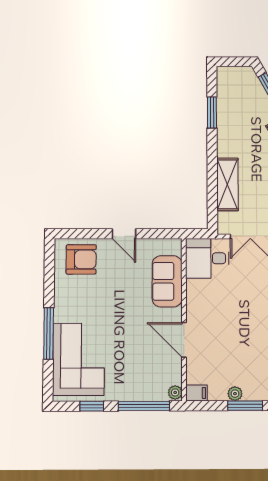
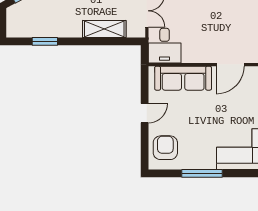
sofa: (167, 281) -> (183, 78), width x1.36
window: (49, 333) -> (202, 173), moved

